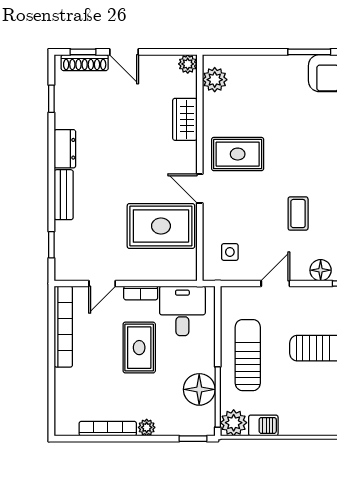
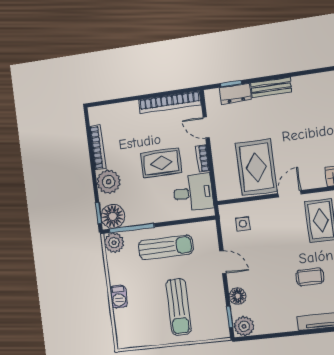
dresser: (65, 149) -> (236, 94), moved
coffee table: (298, 214) -> (310, 277), moved
floor lamp: (199, 389) -> (113, 216), moved
barbecue: (263, 425) -> (119, 296), moved
plant: (147, 427) -> (109, 182), width x1.88, depth x1.88

